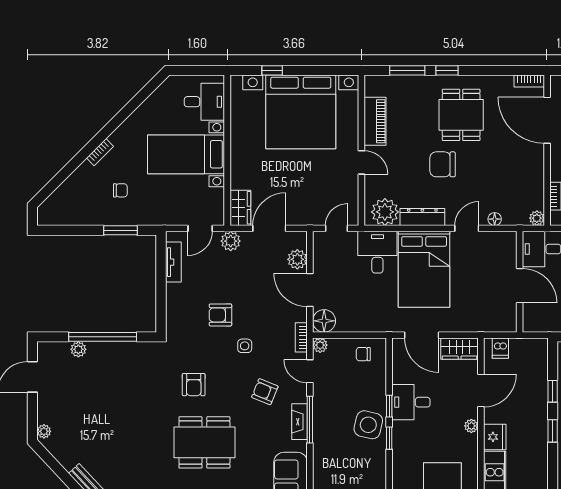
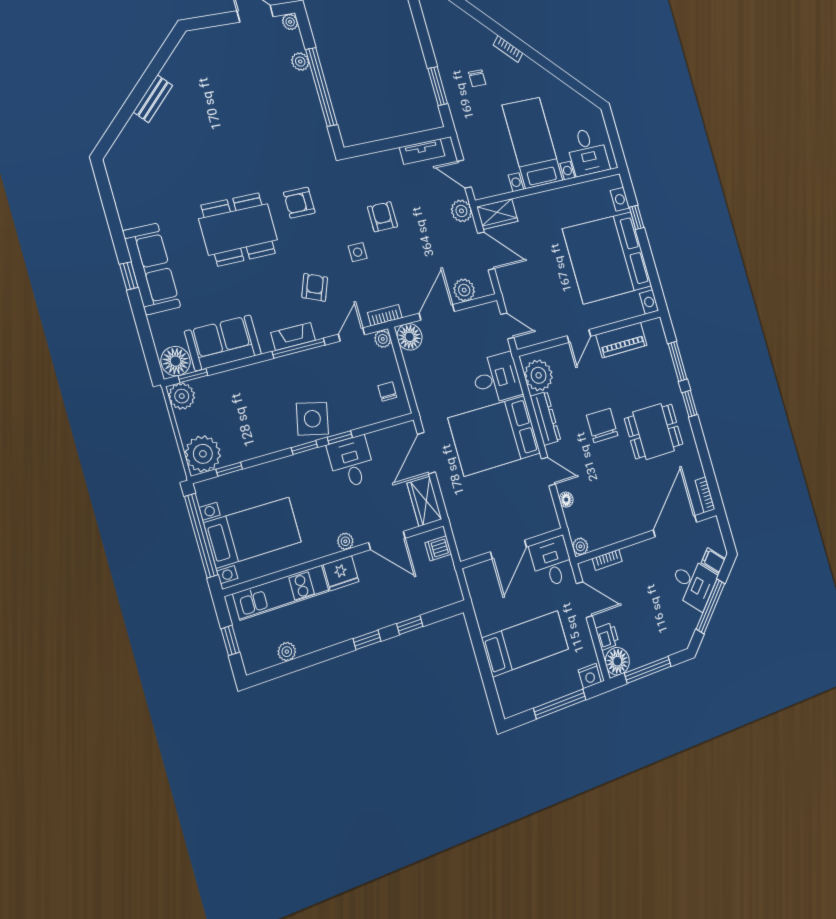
plant: (44, 431) -> (290, 22), moved
dining table: (204, 442) -> (238, 229), turned 90

